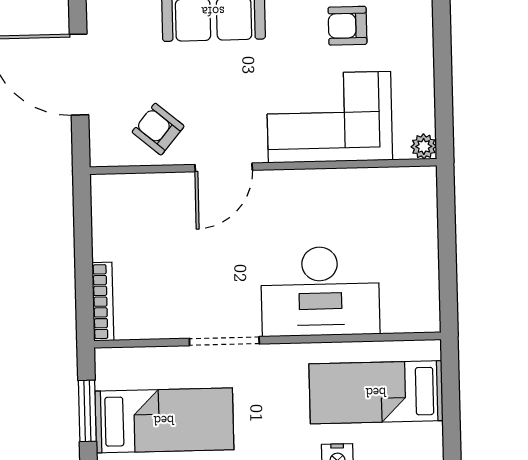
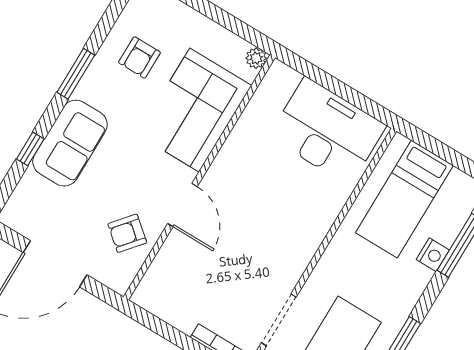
desk: (320, 291) -> (327, 131), moved, turned -90
doorway: (224, 341) -> (279, 320), moved

